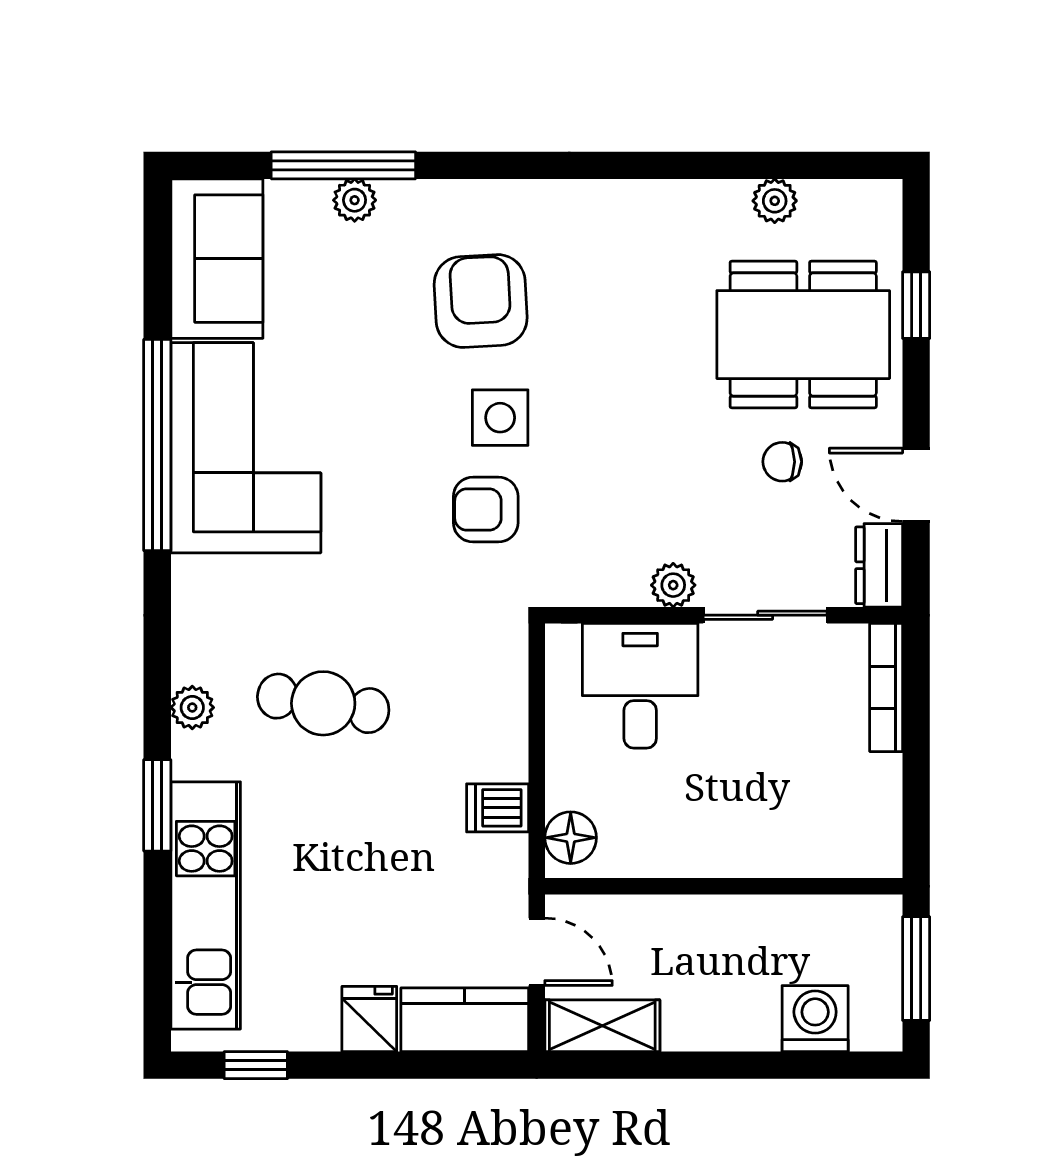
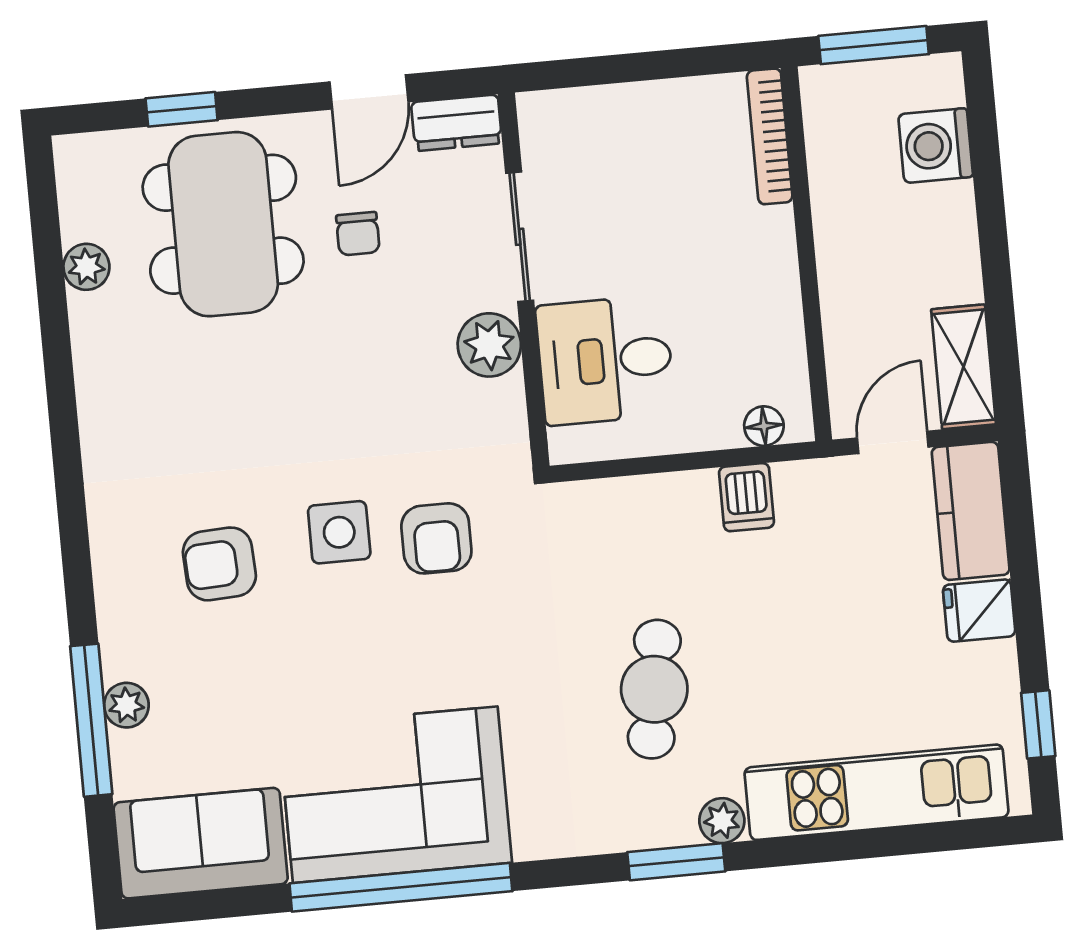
armchair: (481, 301) -> (219, 564), width x0.72, depth x0.72
plant: (673, 585) -> (489, 345), width x1.38, depth x1.38
bookcase: (886, 687) -> (770, 136), moved, turned 90
plant: (192, 707) -> (722, 821), moved
window: (157, 805) -> (676, 862), moved
floor lamp: (571, 838) -> (764, 426), width x0.73, depth x0.73

